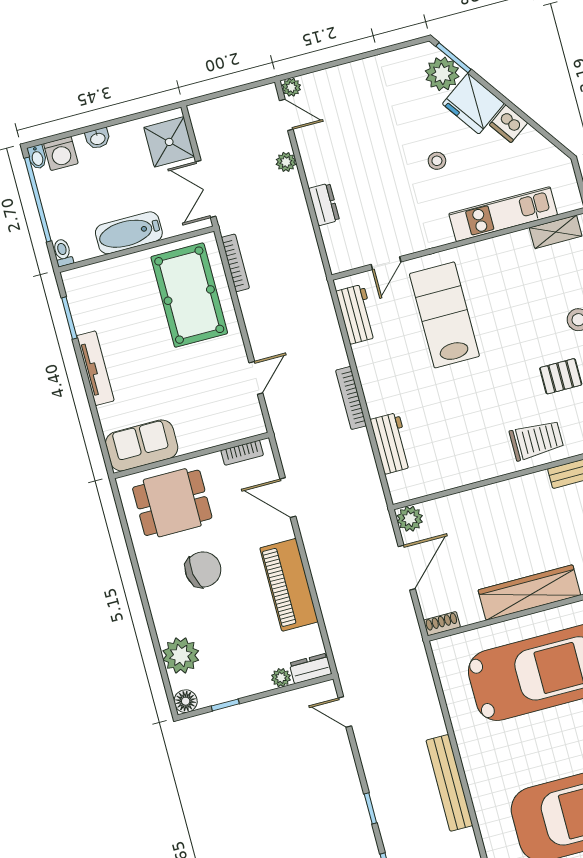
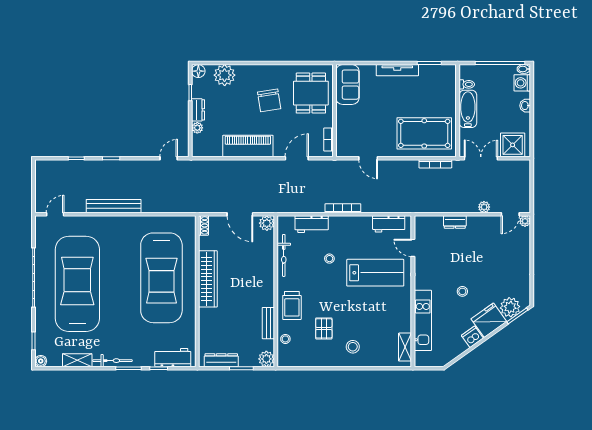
toilet: (63, 253) -> (467, 84), moved
stool: (441, 398) -> (329, 259), added
bicycle: (456, 476) -> (284, 255), added
dresser: (311, 668) -> (198, 110), moved

